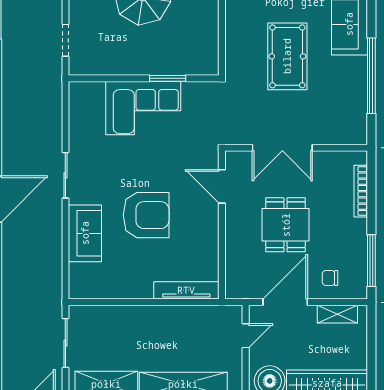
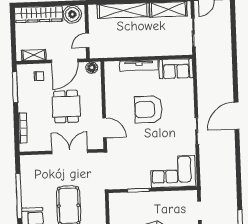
corner sofa: (143, 108) -> (173, 172), moved
sofa: (85, 233) -> (176, 69), moved, turned -90
floor lamp: (240, 289) -> (92, 68), added
tv unit: (186, 290) -> (139, 65), moved

